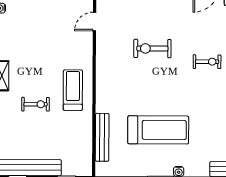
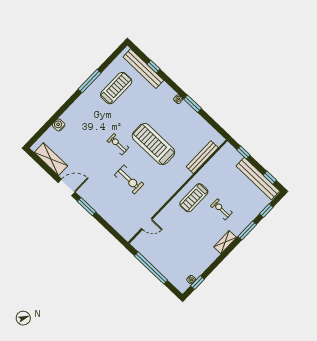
exercise bike: (207, 62) -> (118, 144), moved
treadmill: (158, 130) -> (153, 144), moved

